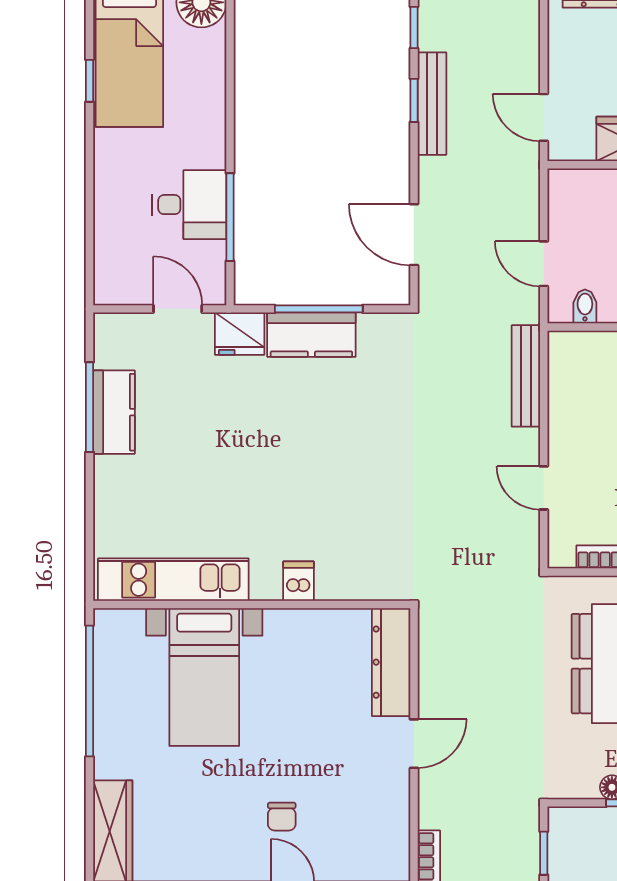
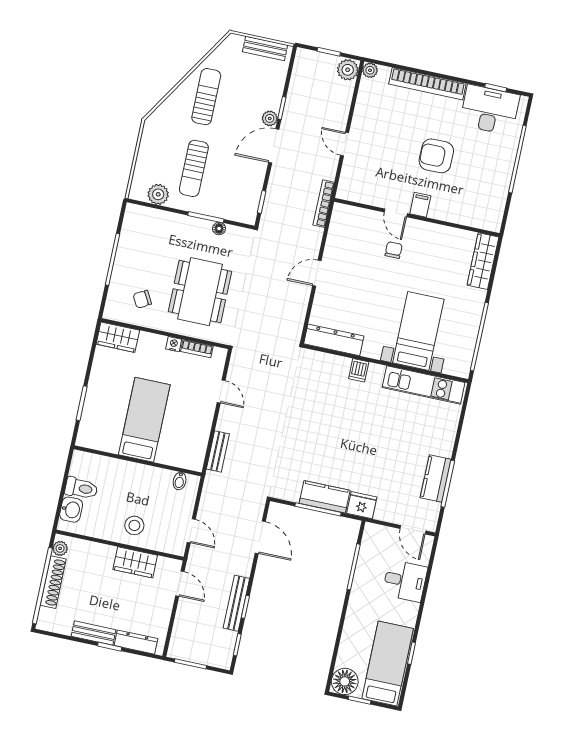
desk: (189, 205) -> (405, 581), moved, turned 180
door: (544, 264) -> (191, 531), moved
door: (178, 309) -> (413, 530), moved
bench: (526, 376) -> (218, 451), width x0.73
dresser: (391, 662) -> (334, 340), moved, turned -90

